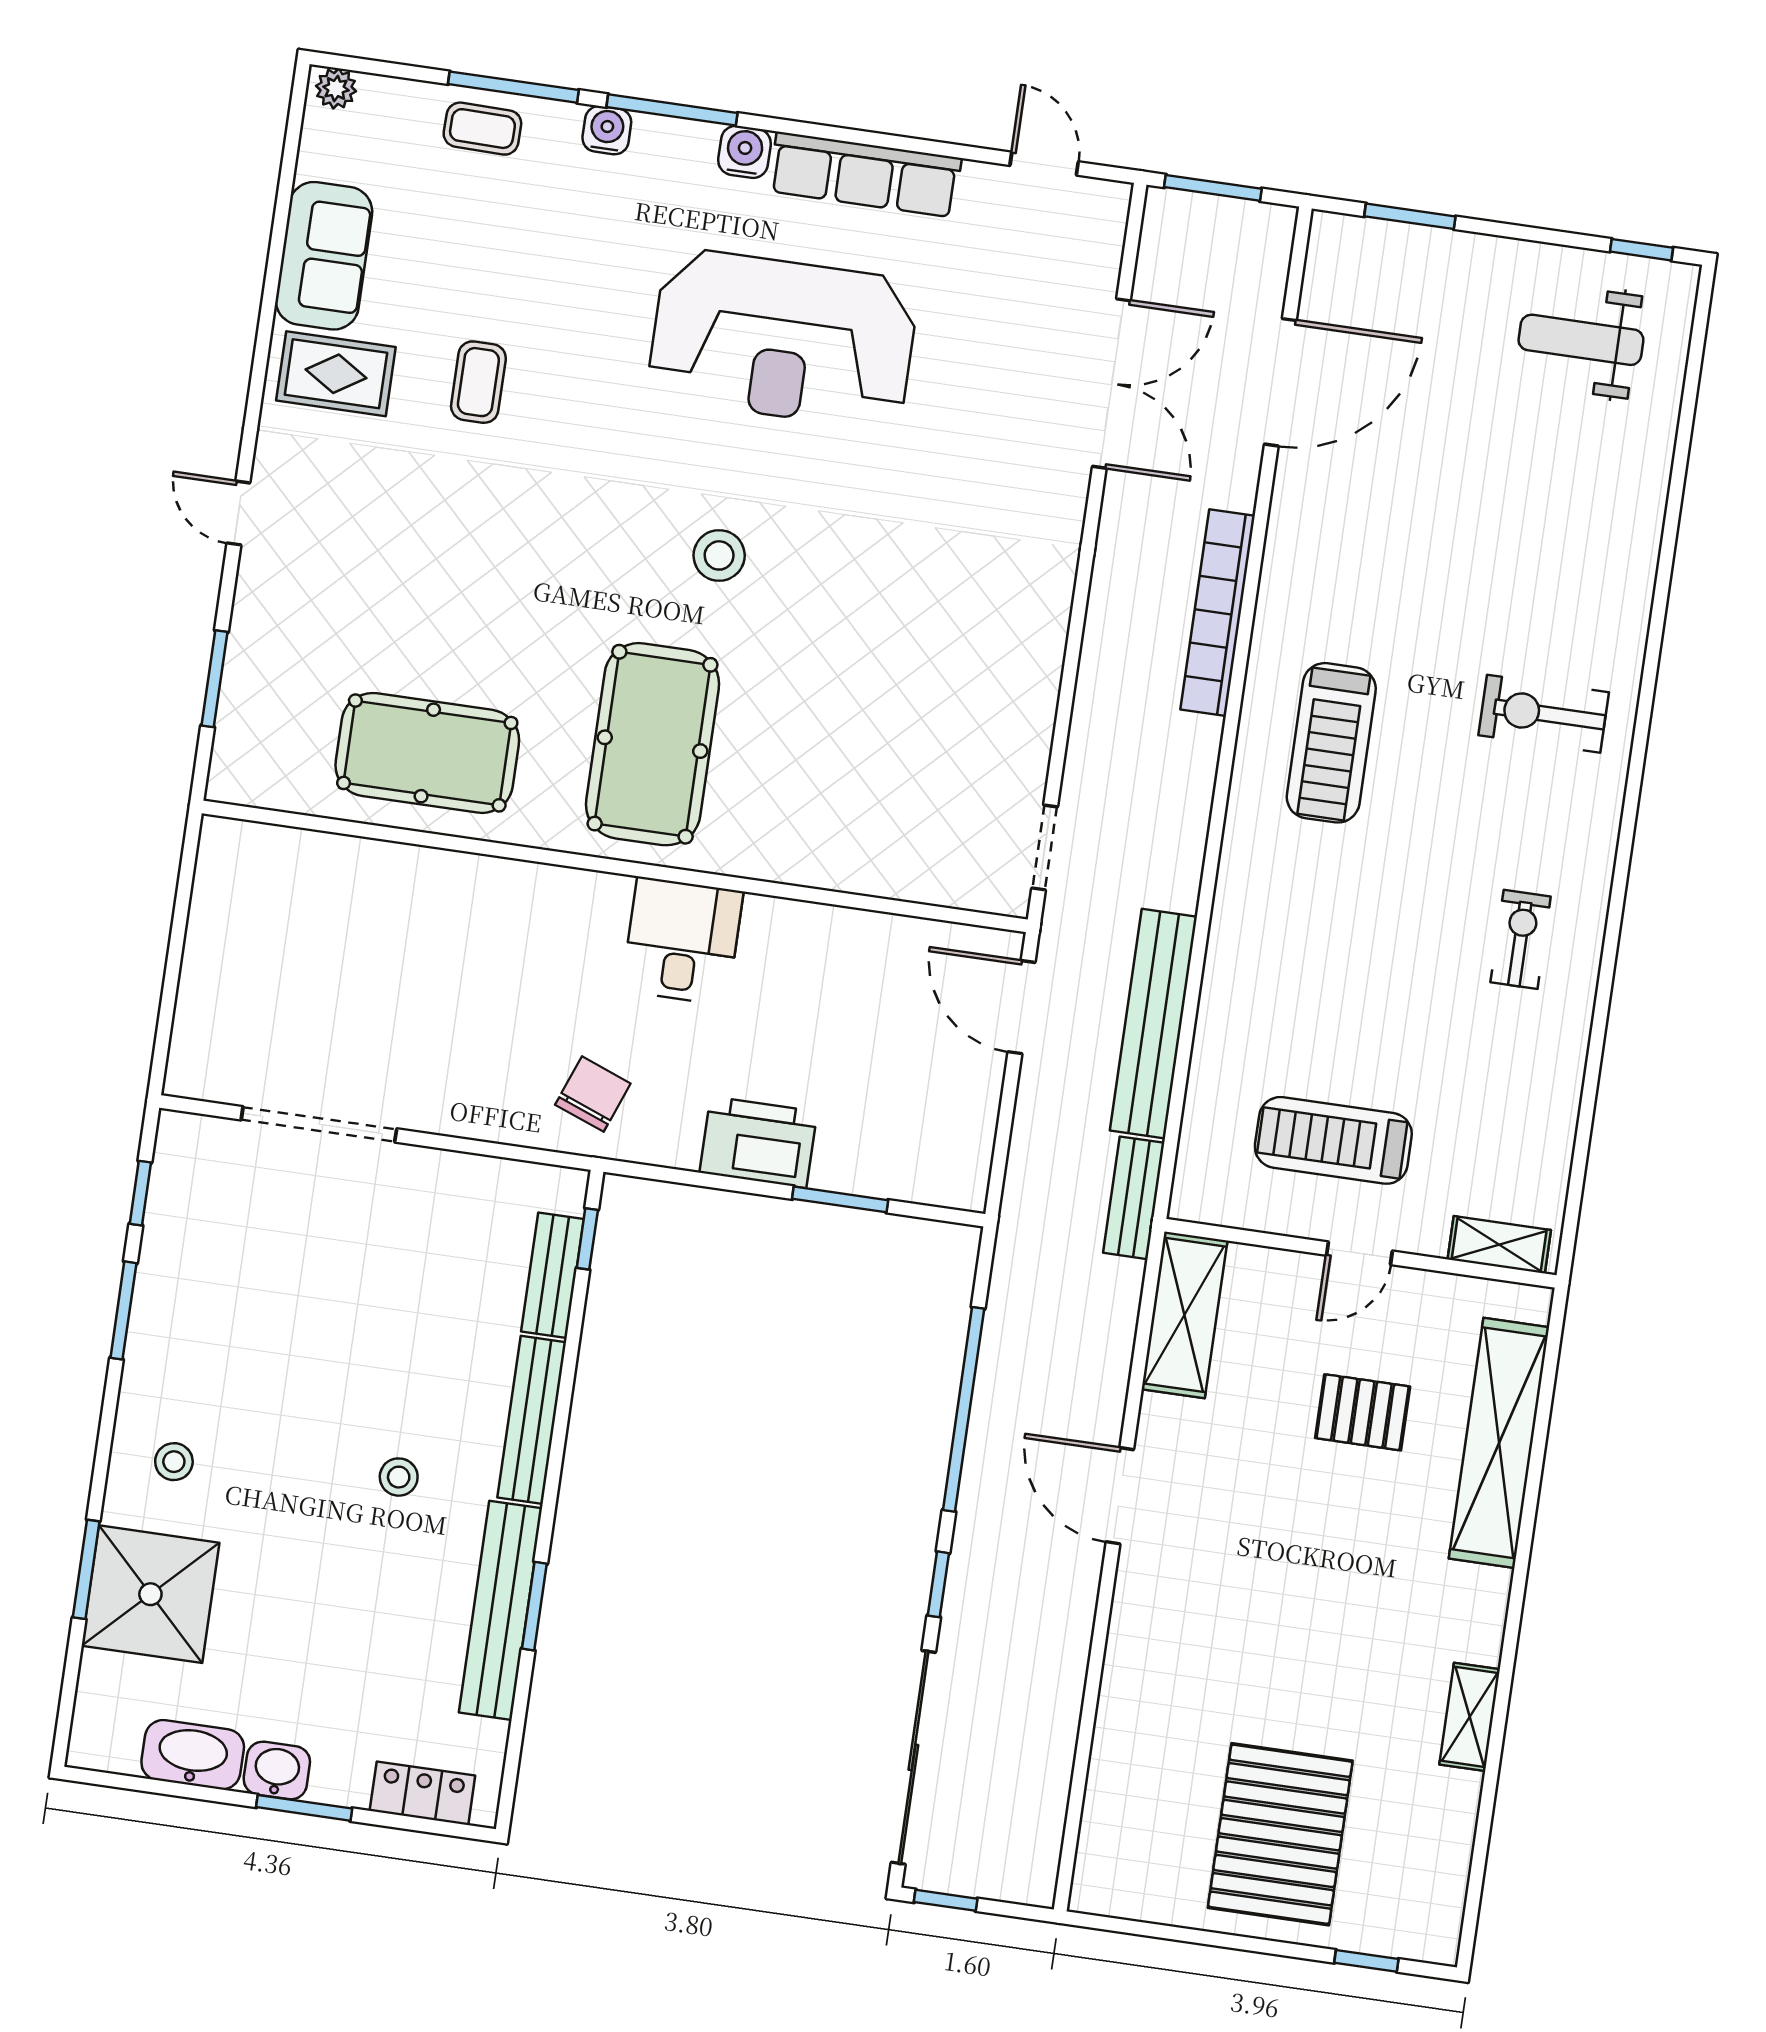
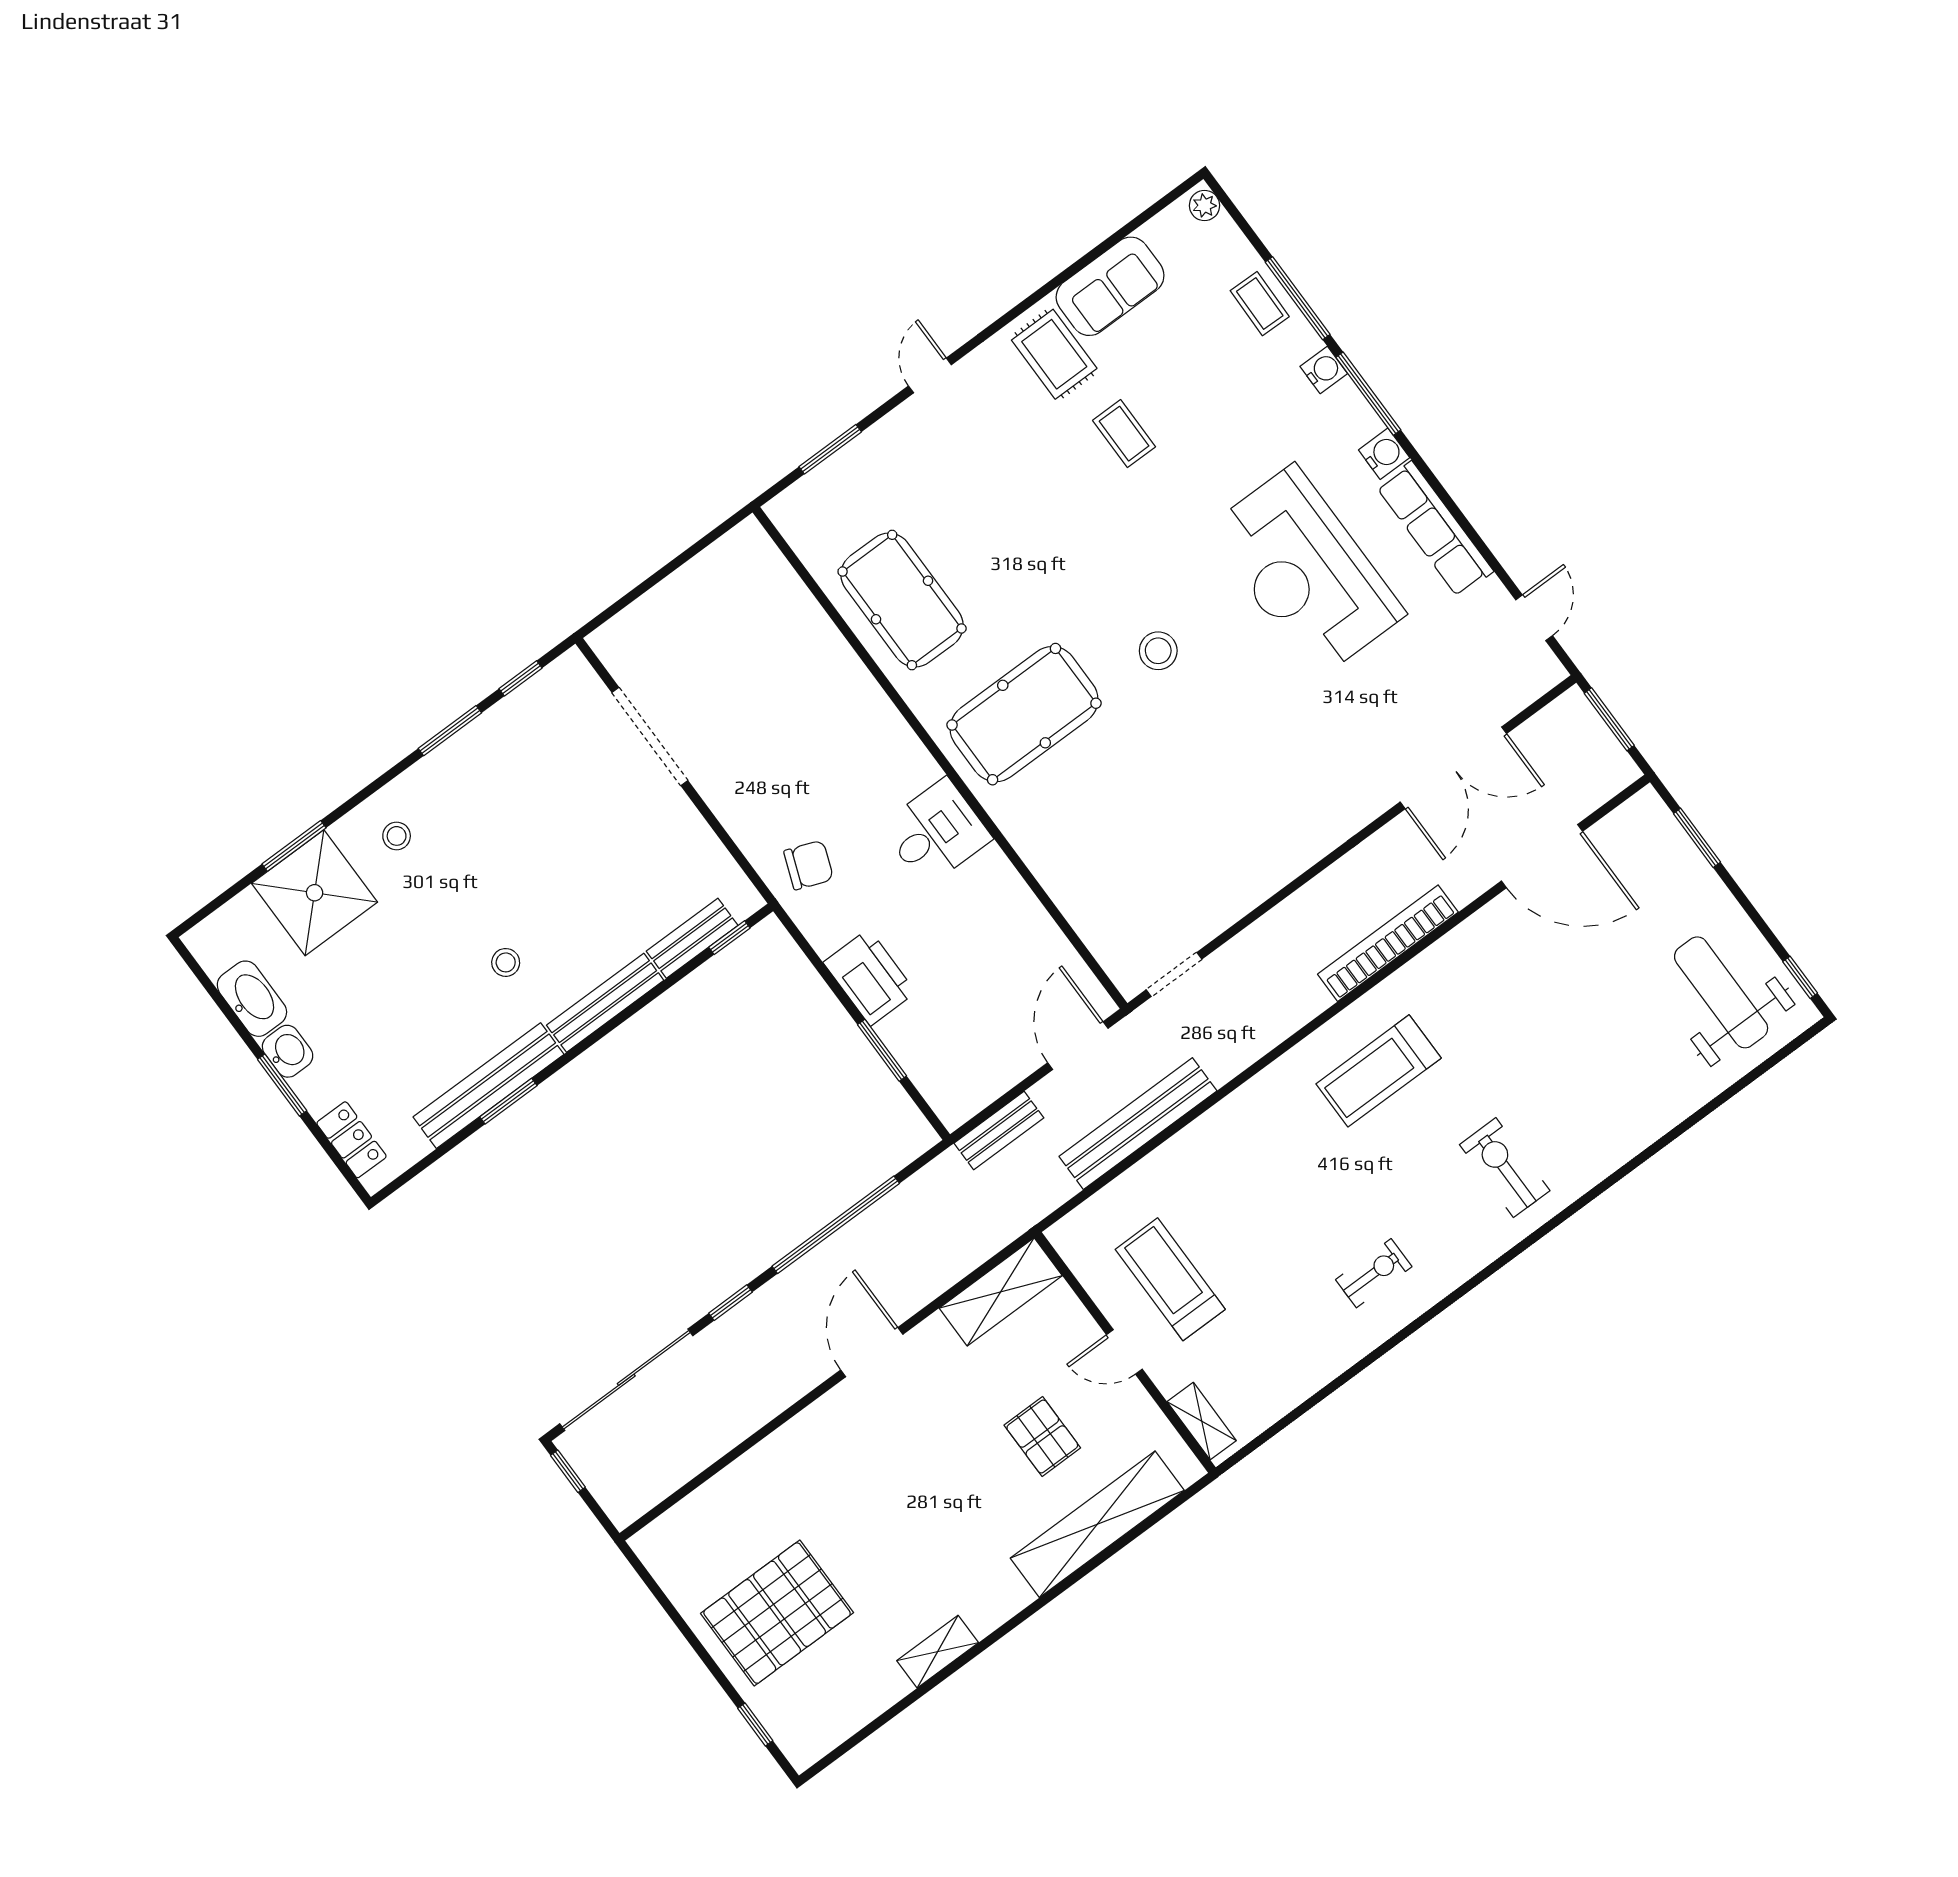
weight bench: (1581, 340) -> (1721, 992), width x1.36, depth x1.33
coffee table: (478, 382) -> (1124, 434), turned 90
bench: (1134, 1198) -> (999, 1131), moved

